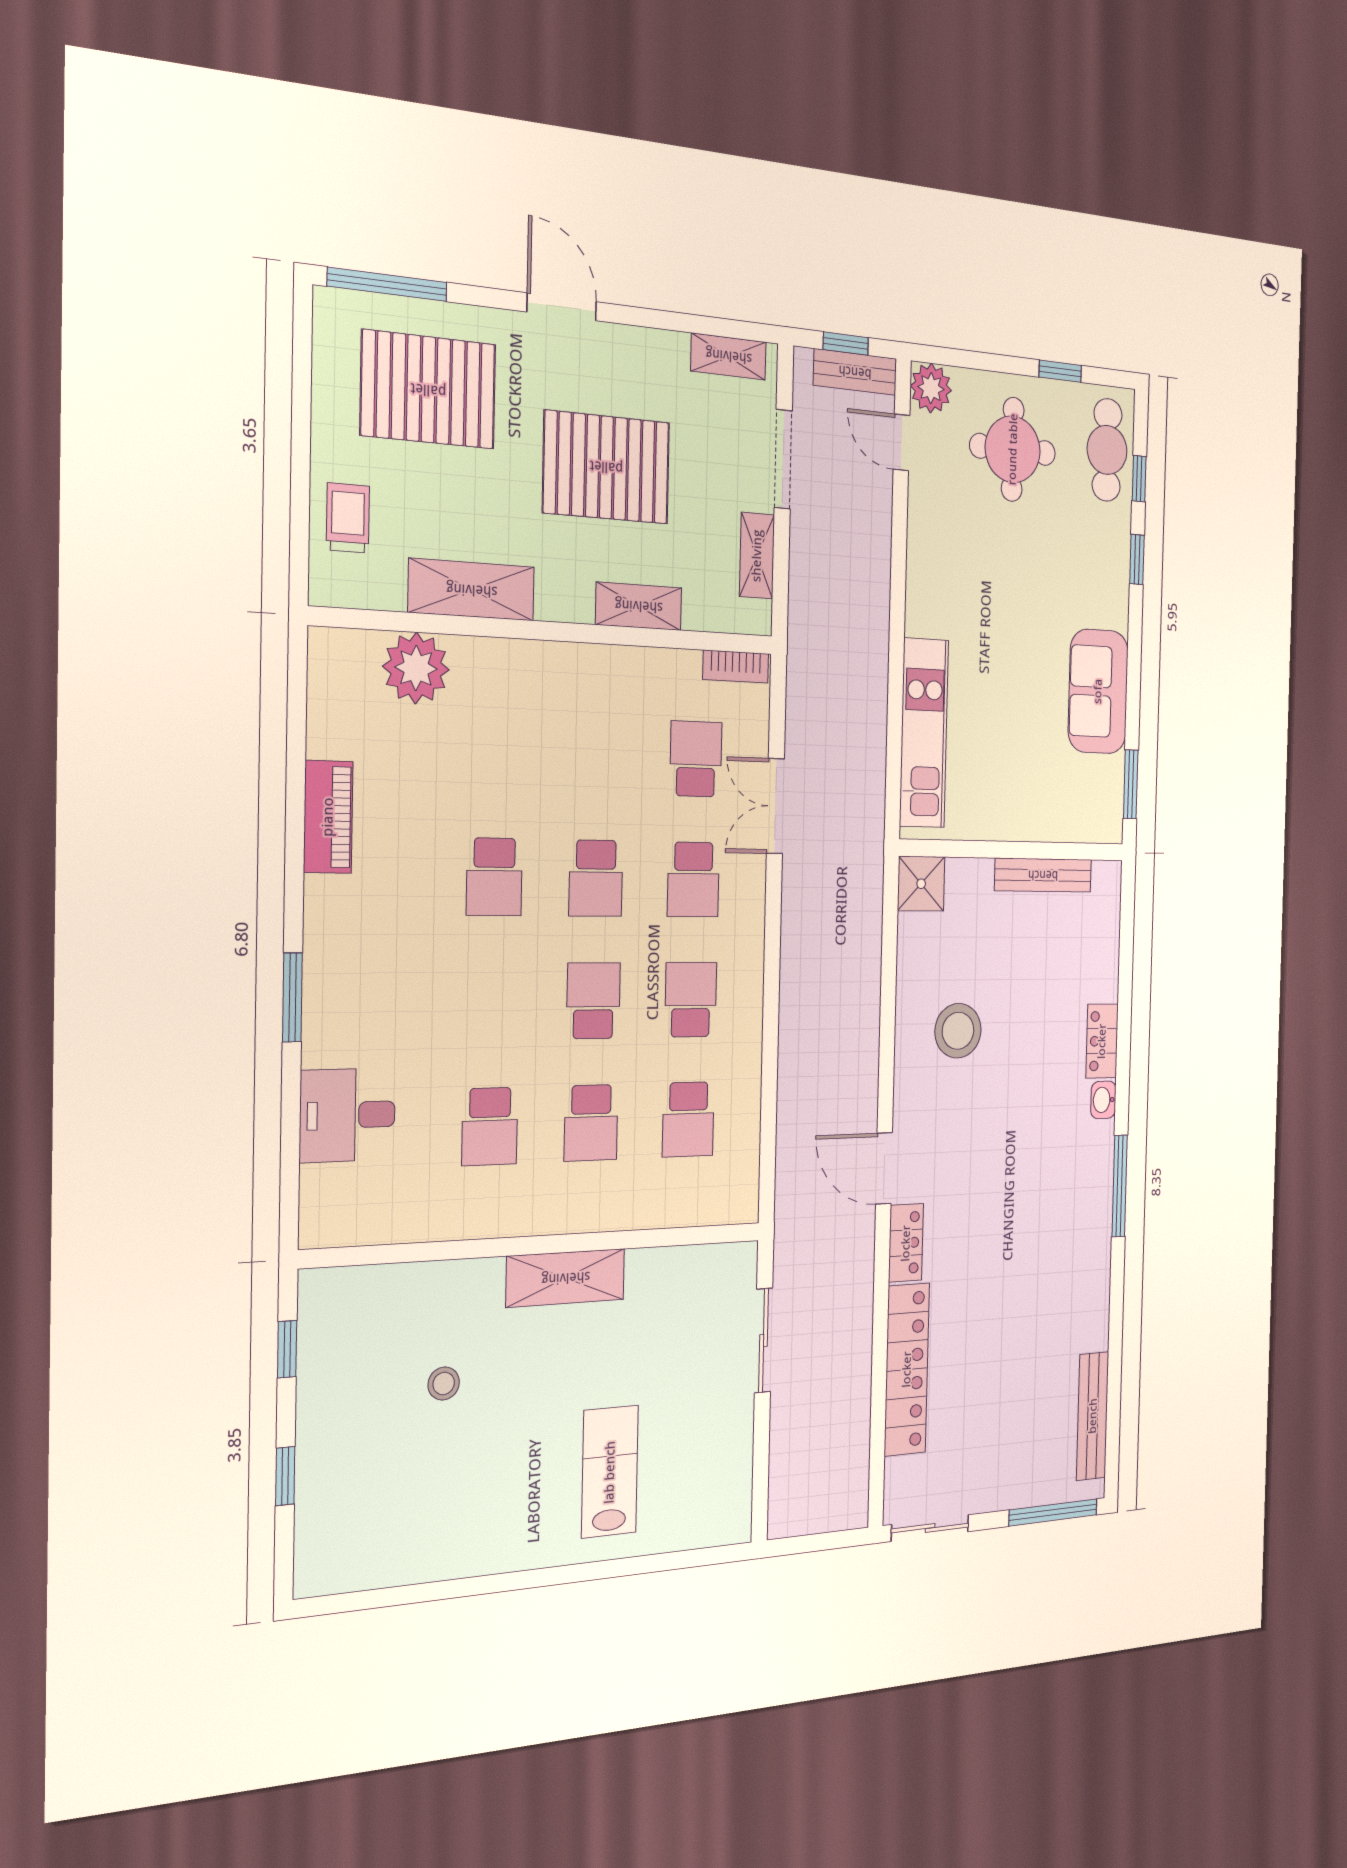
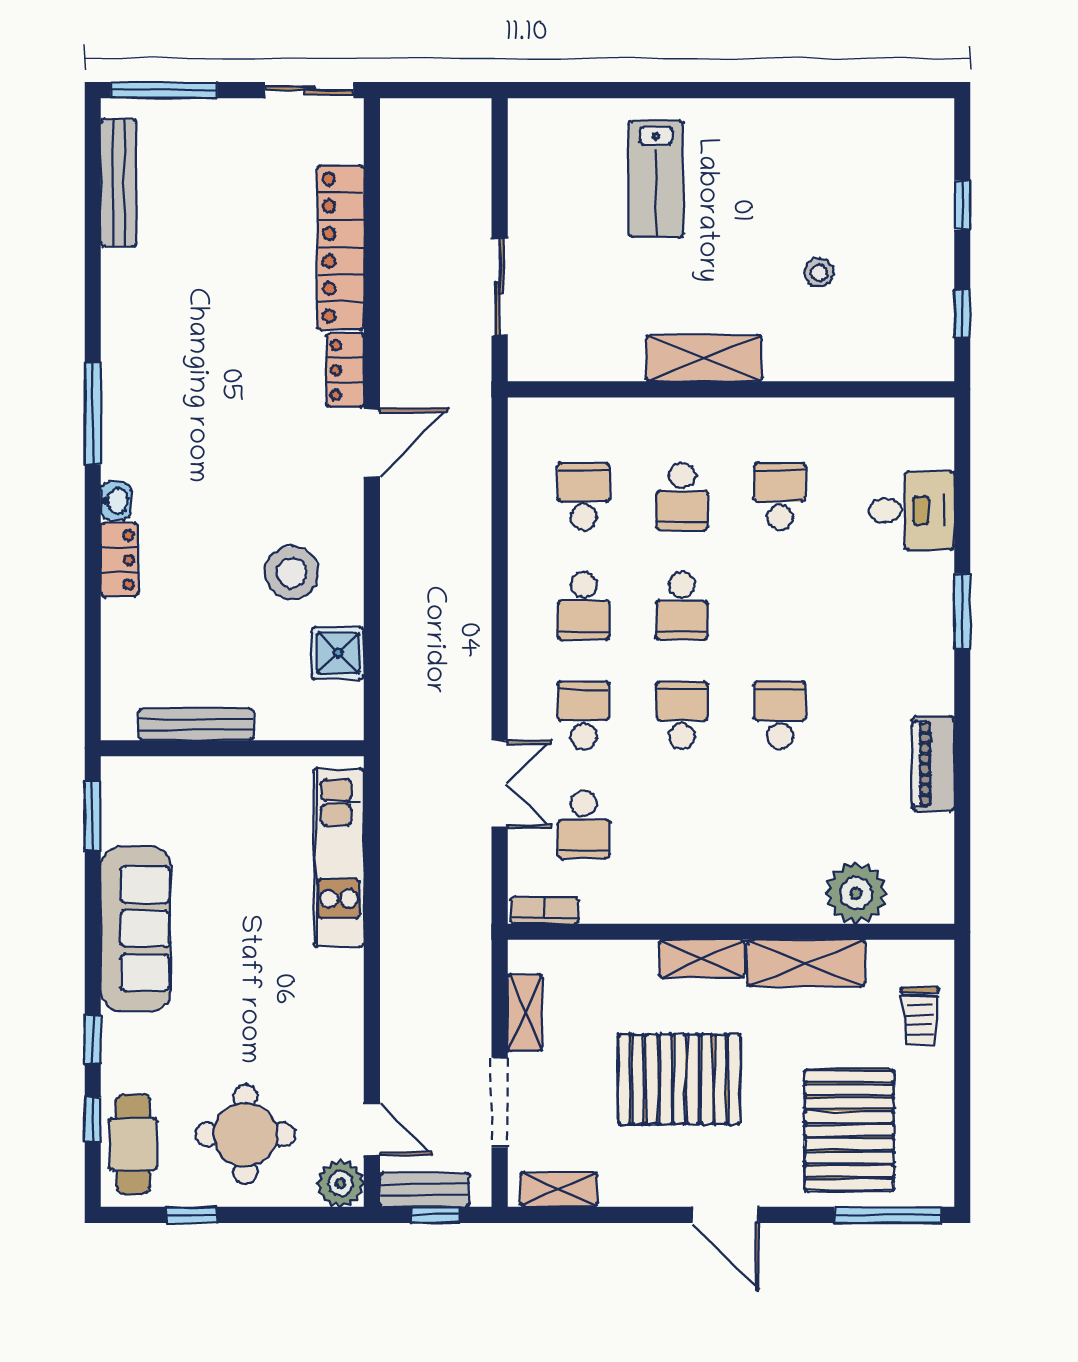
pallet: (428, 390) -> (849, 1130), turned 90
shelving: (639, 606) -> (702, 959), moved
sofa: (1098, 691) -> (136, 928), width x1.36
shower: (921, 884) -> (338, 653), moved
school desk: (591, 1123) -> (682, 496), turned 180
door: (884, 1168) -> (372, 443), hinge flipped

